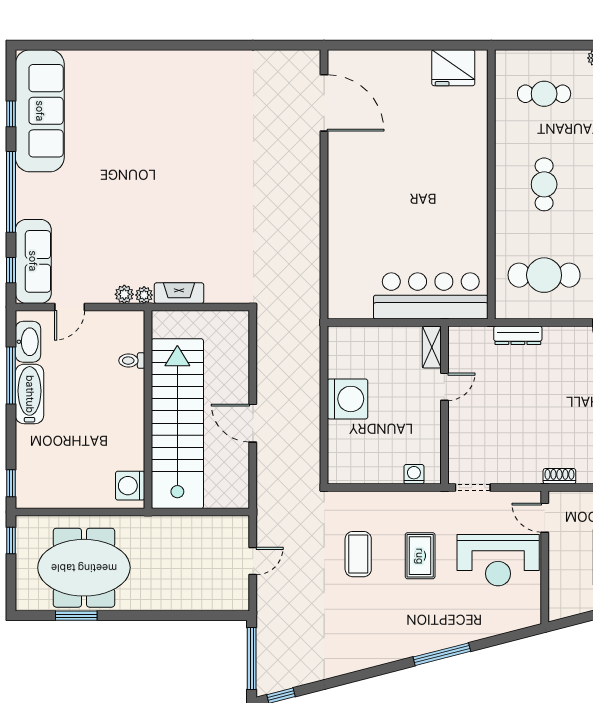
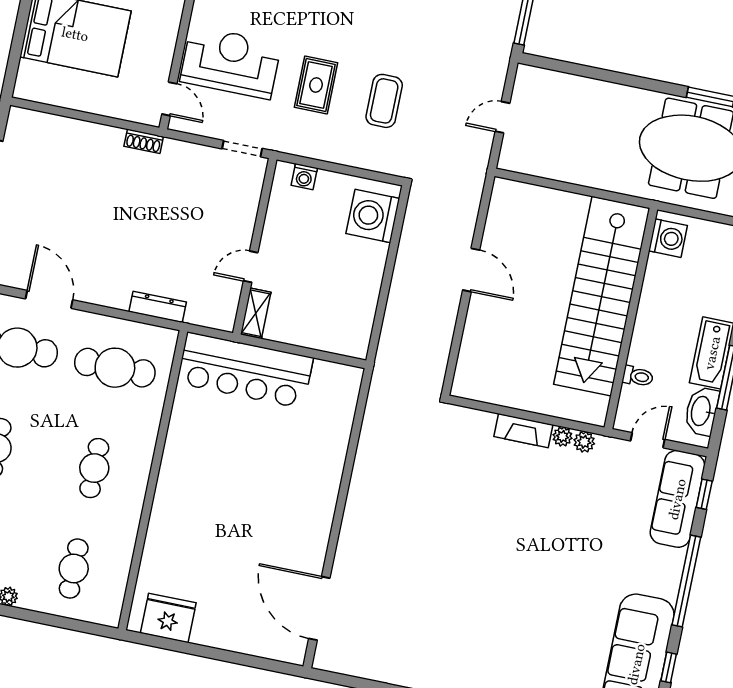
cafe table: (544, 94) -> (74, 568), turned 90
toilet: (132, 361) -> (638, 376), moved
washing machine: (348, 399) -> (373, 216), moved
wall: (148, 410) -> (631, 318), moved
stairs: (177, 424) -> (602, 296), moved
washing machine: (130, 486) -> (668, 238), moved

